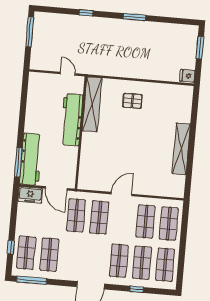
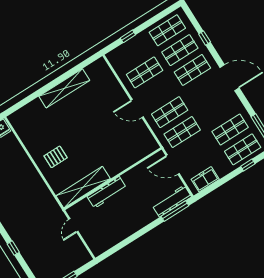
pallet: (132, 101) -> (56, 157), turned 90
workbench: (72, 120) -> (107, 192), width x0.73, depth x0.76
workbench: (31, 159) -> (172, 201), width x0.73, depth x0.76
door: (56, 188) -> (173, 165), swing flipped
freezer: (30, 195) -> (205, 179), moved, turned -90
shop shelf: (169, 224) -> (132, 53), removed
window: (184, 230) -> (128, 36), added

